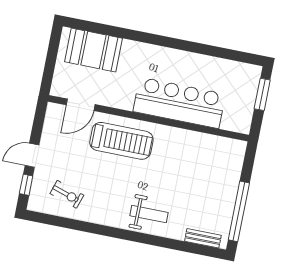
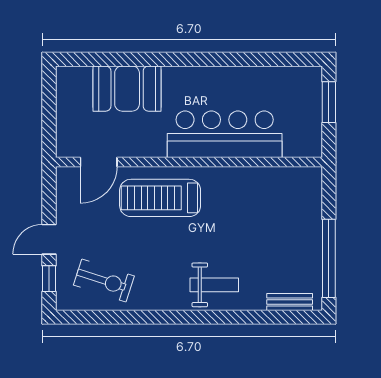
booth: (94, 50) -> (127, 89), moved
treadmill: (121, 141) -> (160, 198), turned 180
exercise bike: (67, 194) -> (104, 280), width x1.38, depth x1.39

